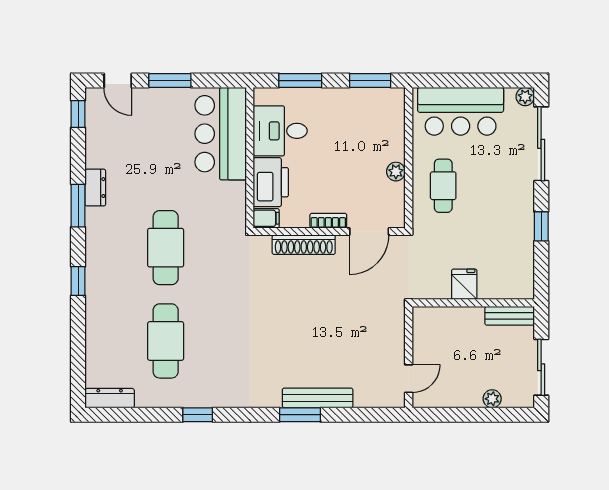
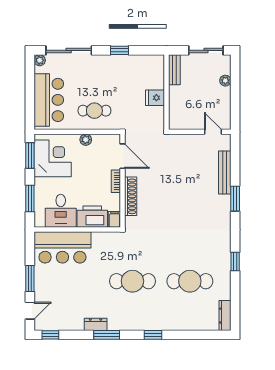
corner desk: (366, 118) -> (53, 158), added
bench: (318, 398) -> (225, 173), moved

